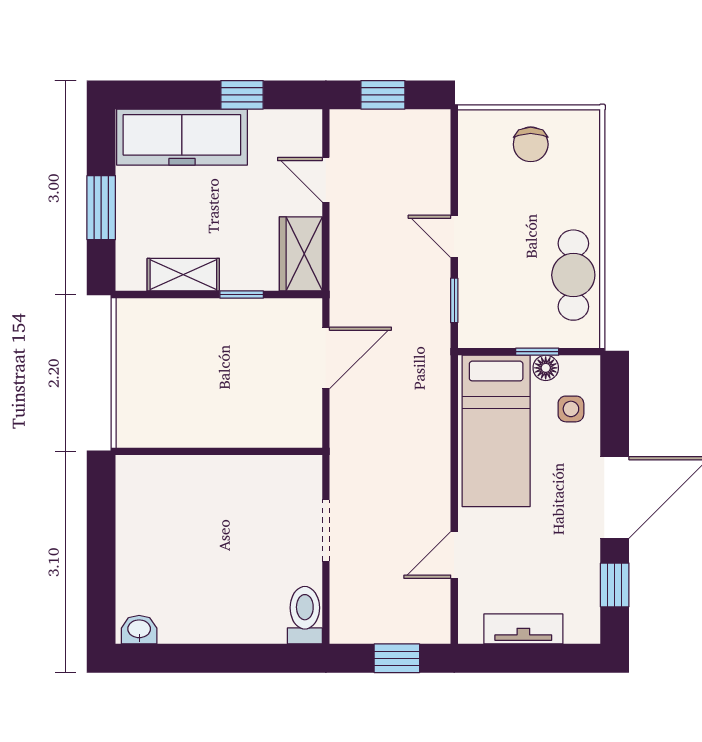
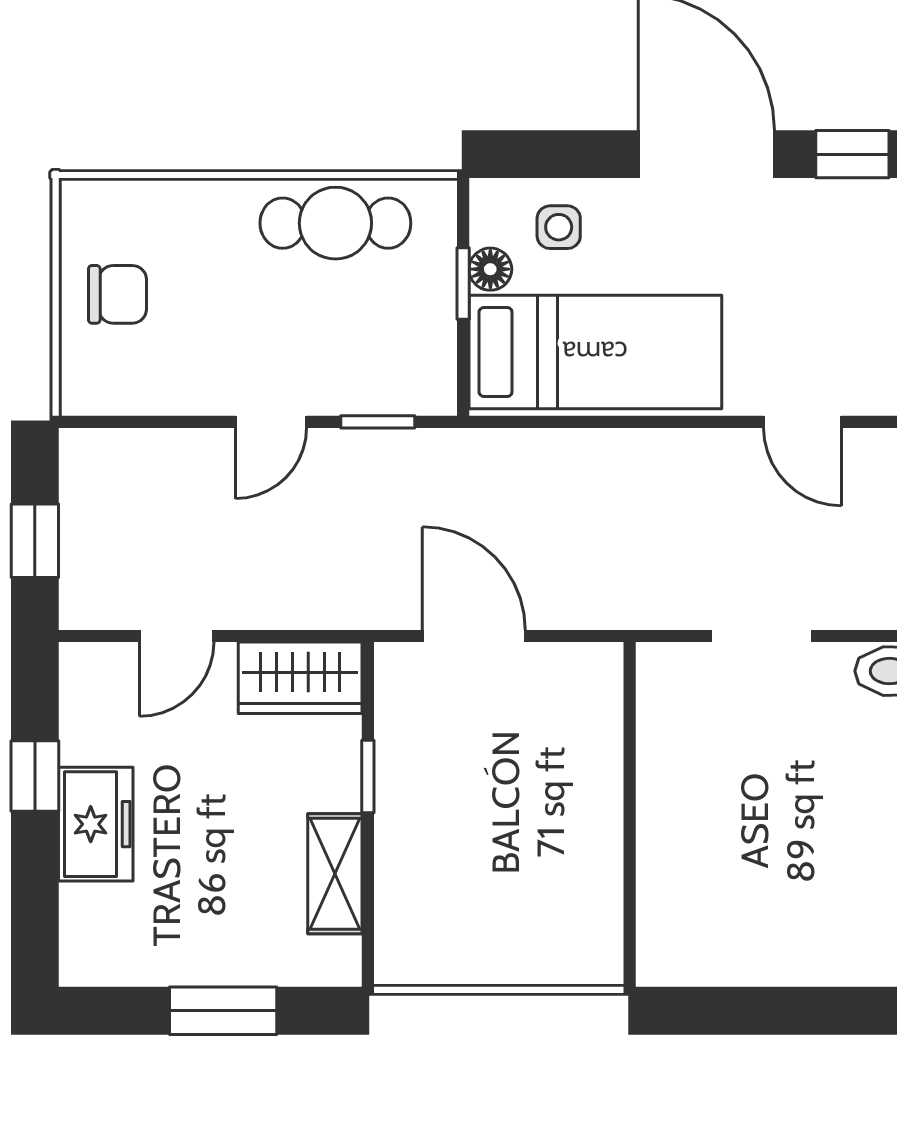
freezer: (182, 137) -> (96, 824), width x0.52, depth x0.79

